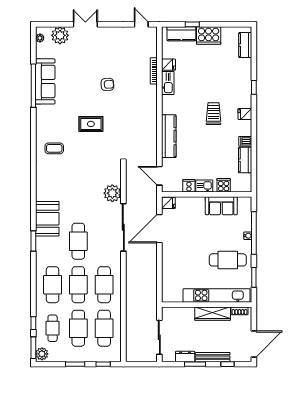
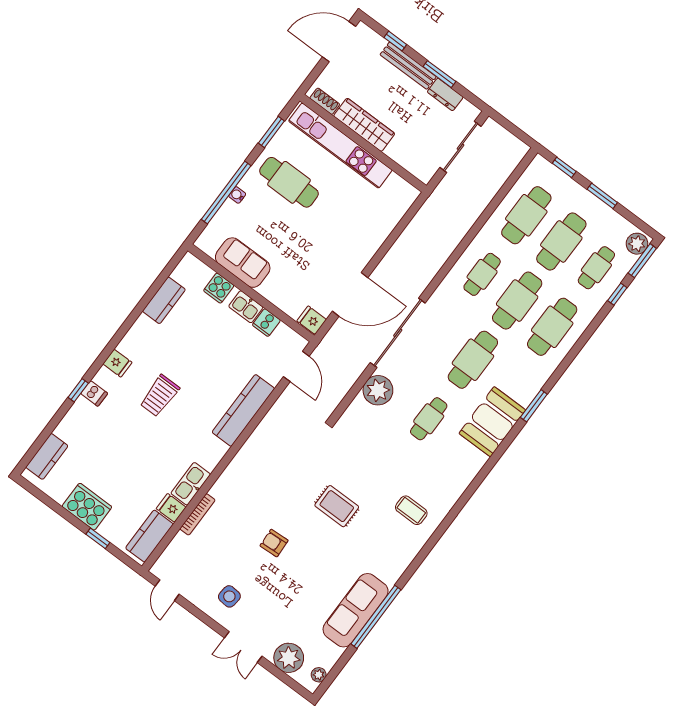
kitchen counter: (181, 34) -> (149, 536), moved, turned -90
side table: (110, 43) -> (229, 596), added
dishwasher: (245, 141) -> (94, 393), moved
cafe table: (78, 198) -> (429, 419), added
cafe table: (104, 285) -> (482, 274), width x0.73, depth x0.74

